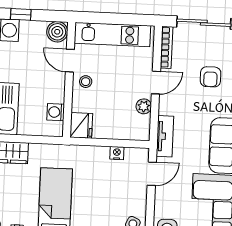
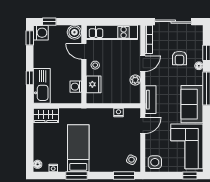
fridge: (81, 125) -> (94, 84), moved

